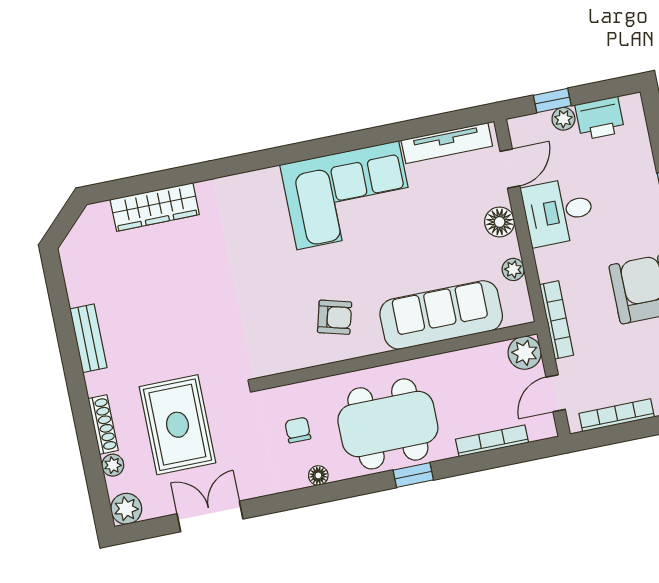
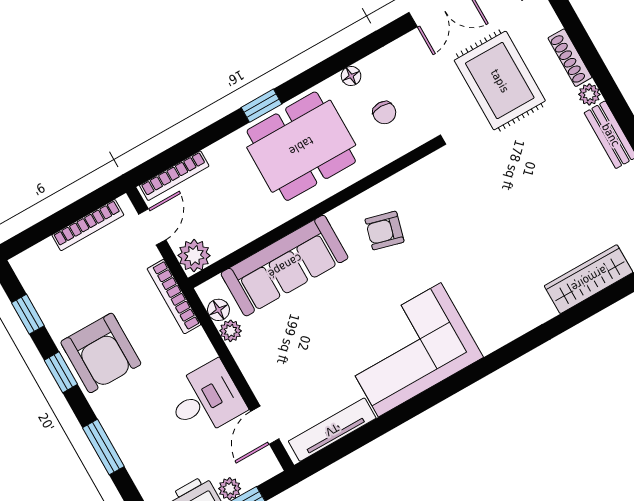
floor lamp: (500, 222) -> (218, 310), moved, width x0.73, depth x0.73
bookcase: (492, 441) -> (174, 176), moved
plant: (113, 465) -> (589, 94), moved

